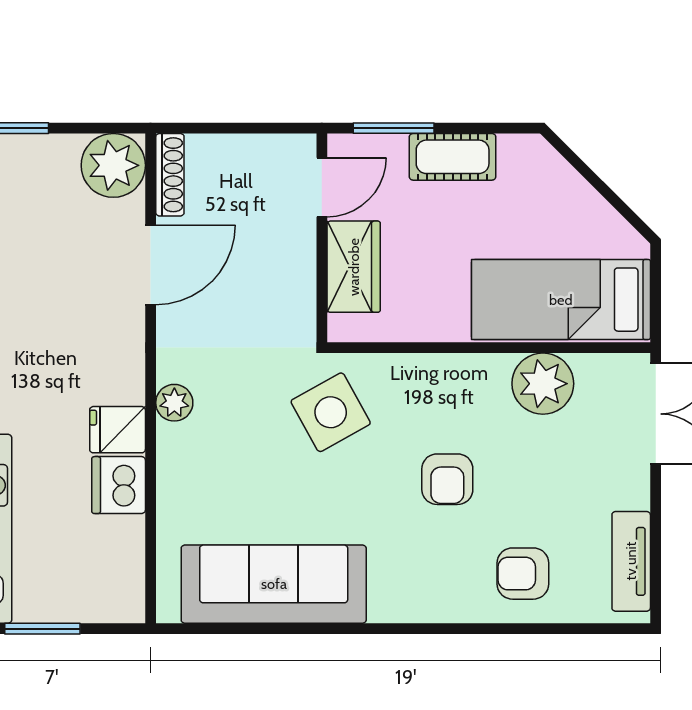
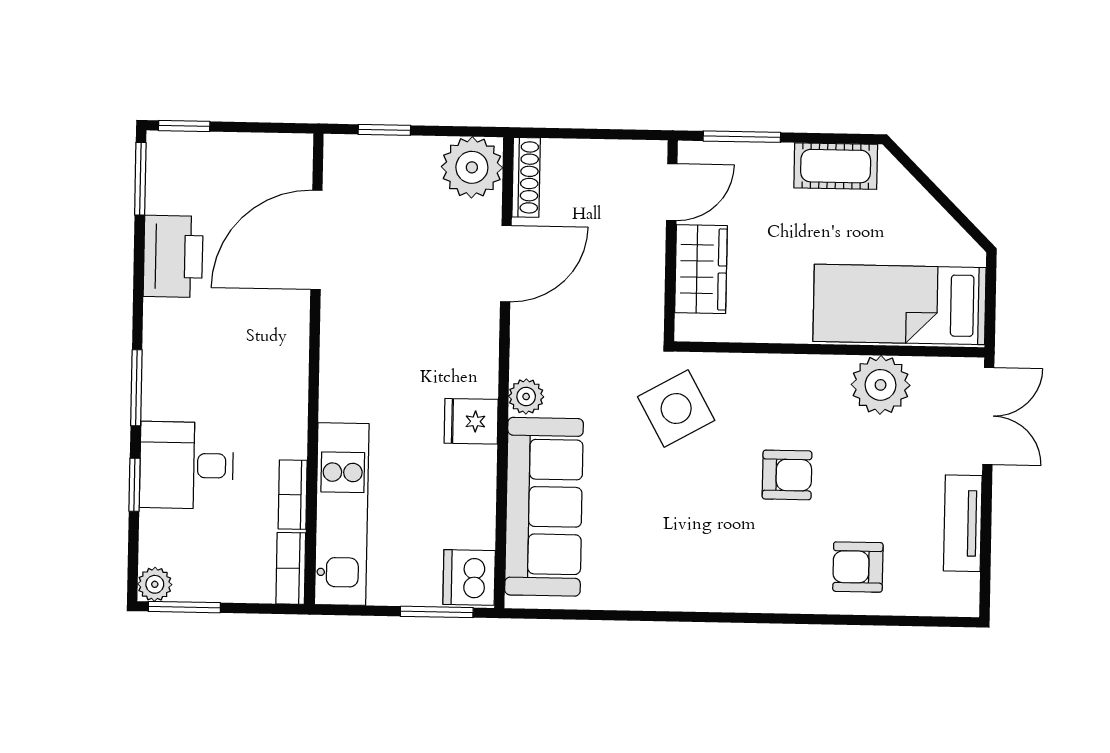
cot: (453, 157) -> (836, 166), moved
armchair: (447, 479) -> (787, 475), turned -90
dishwasher: (119, 485) -> (469, 577), moved
tv unit: (631, 561) -> (963, 523), moved
sofa: (274, 584) -> (544, 507), moved, turned 90
window: (42, 629) -> (437, 612), moved

